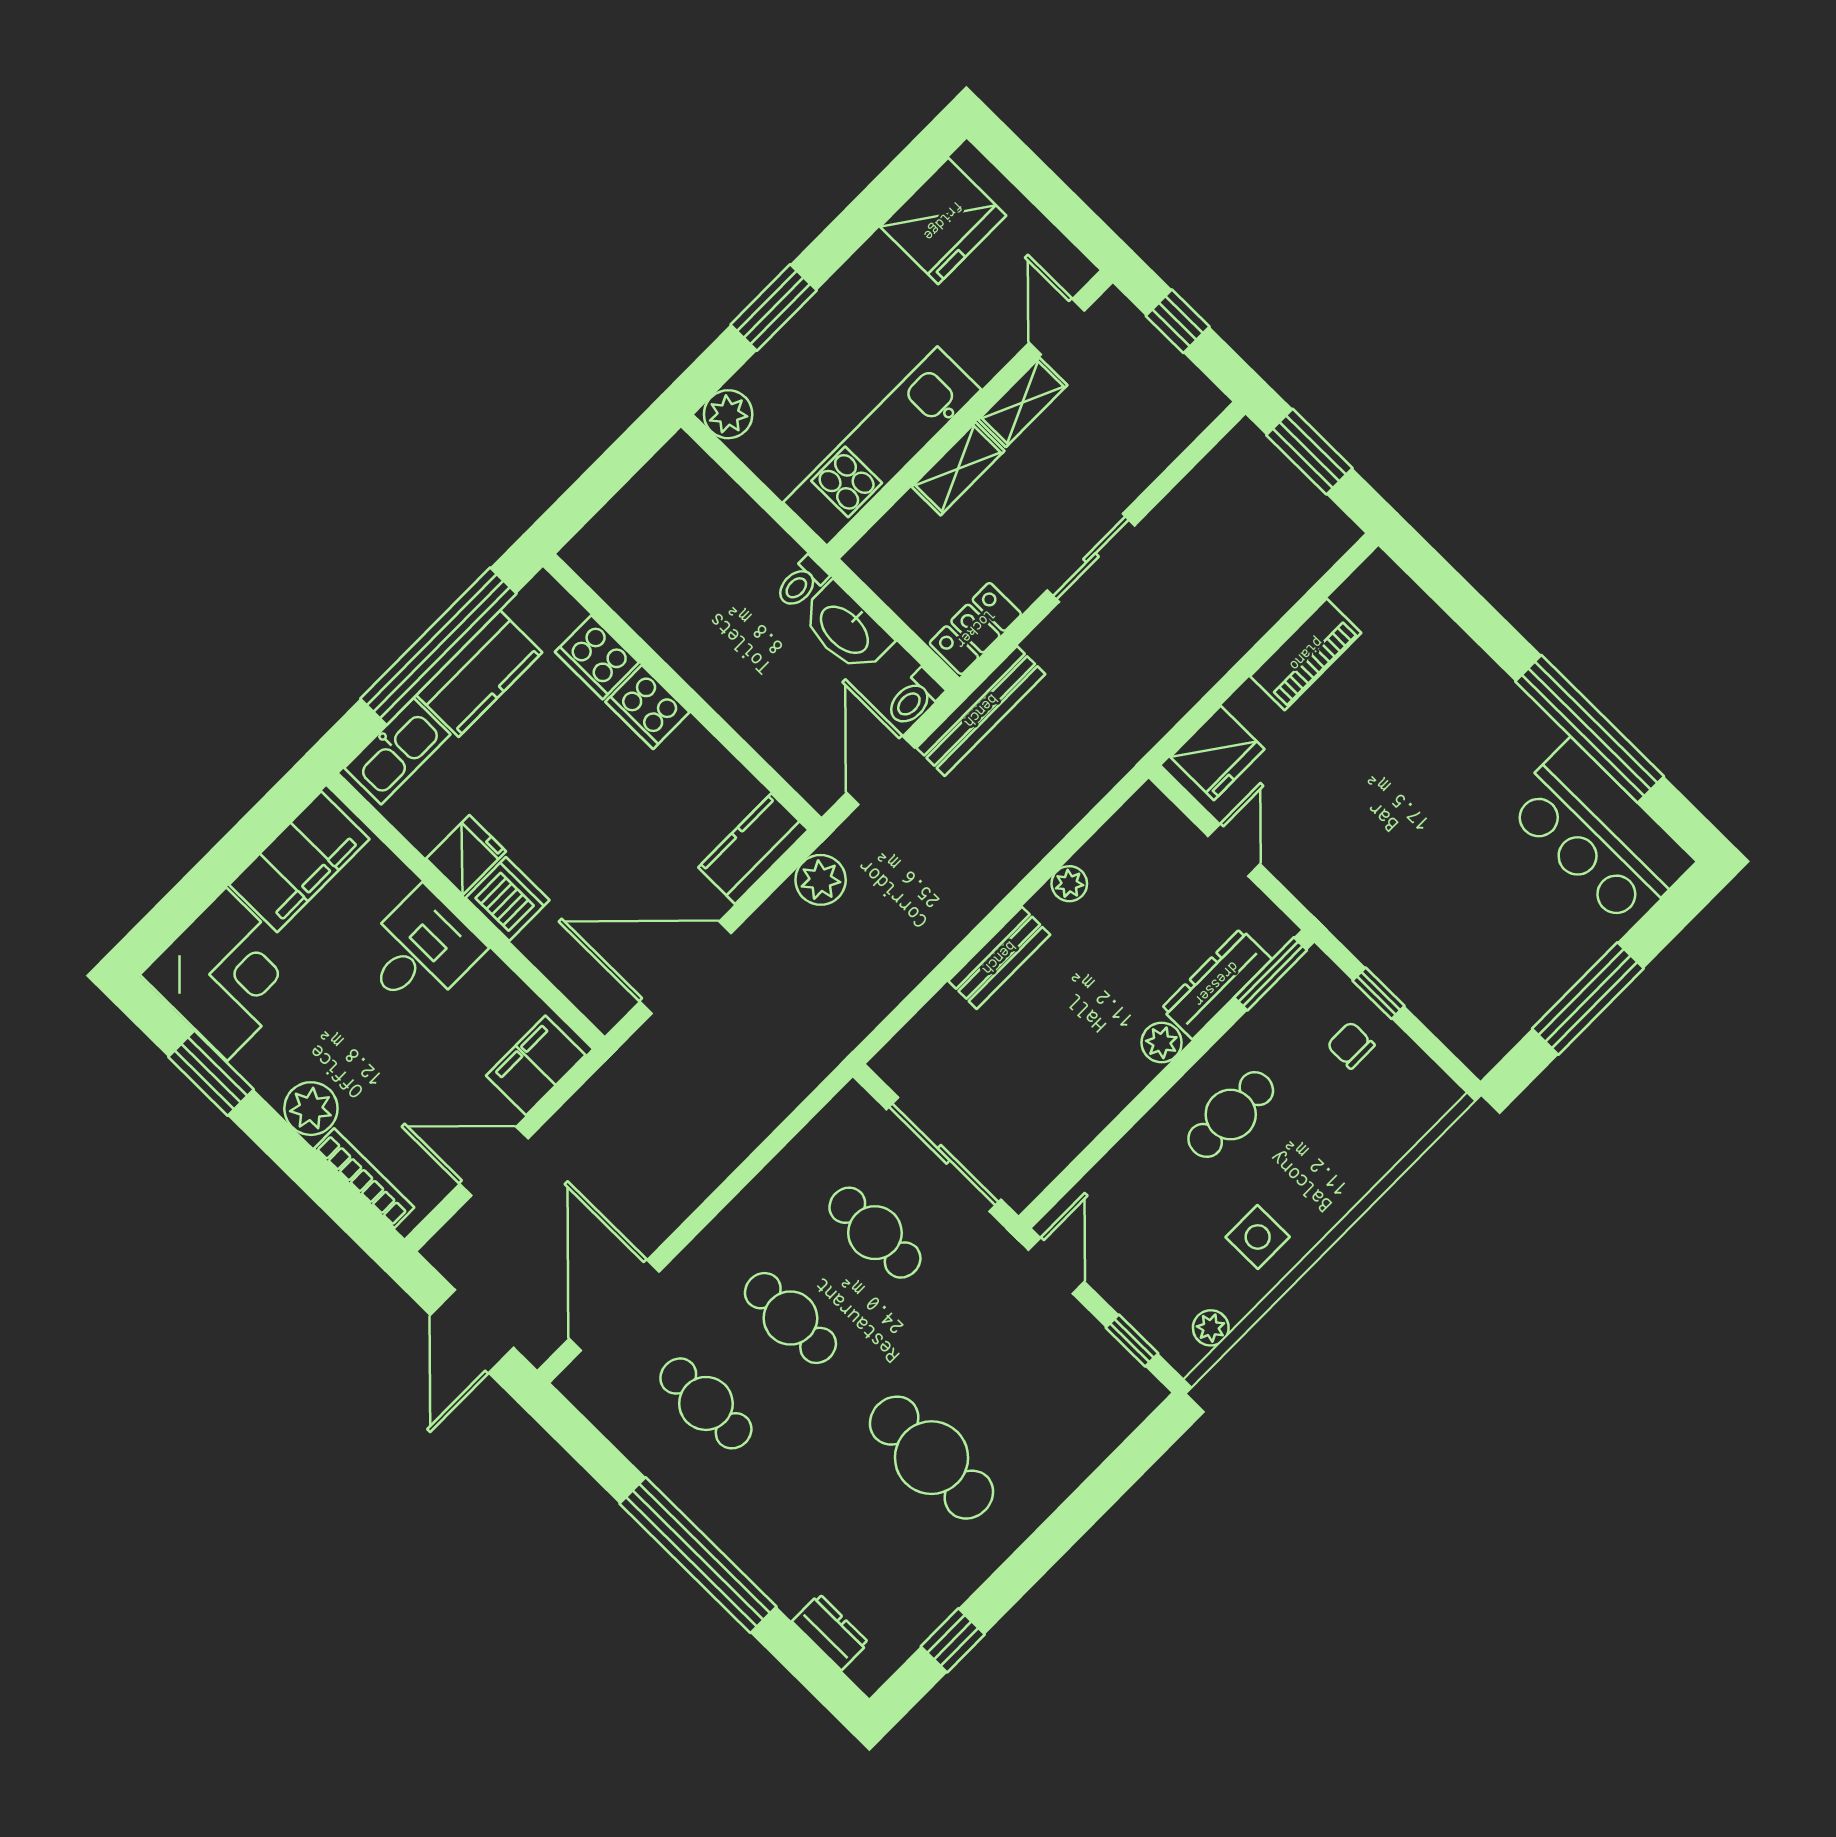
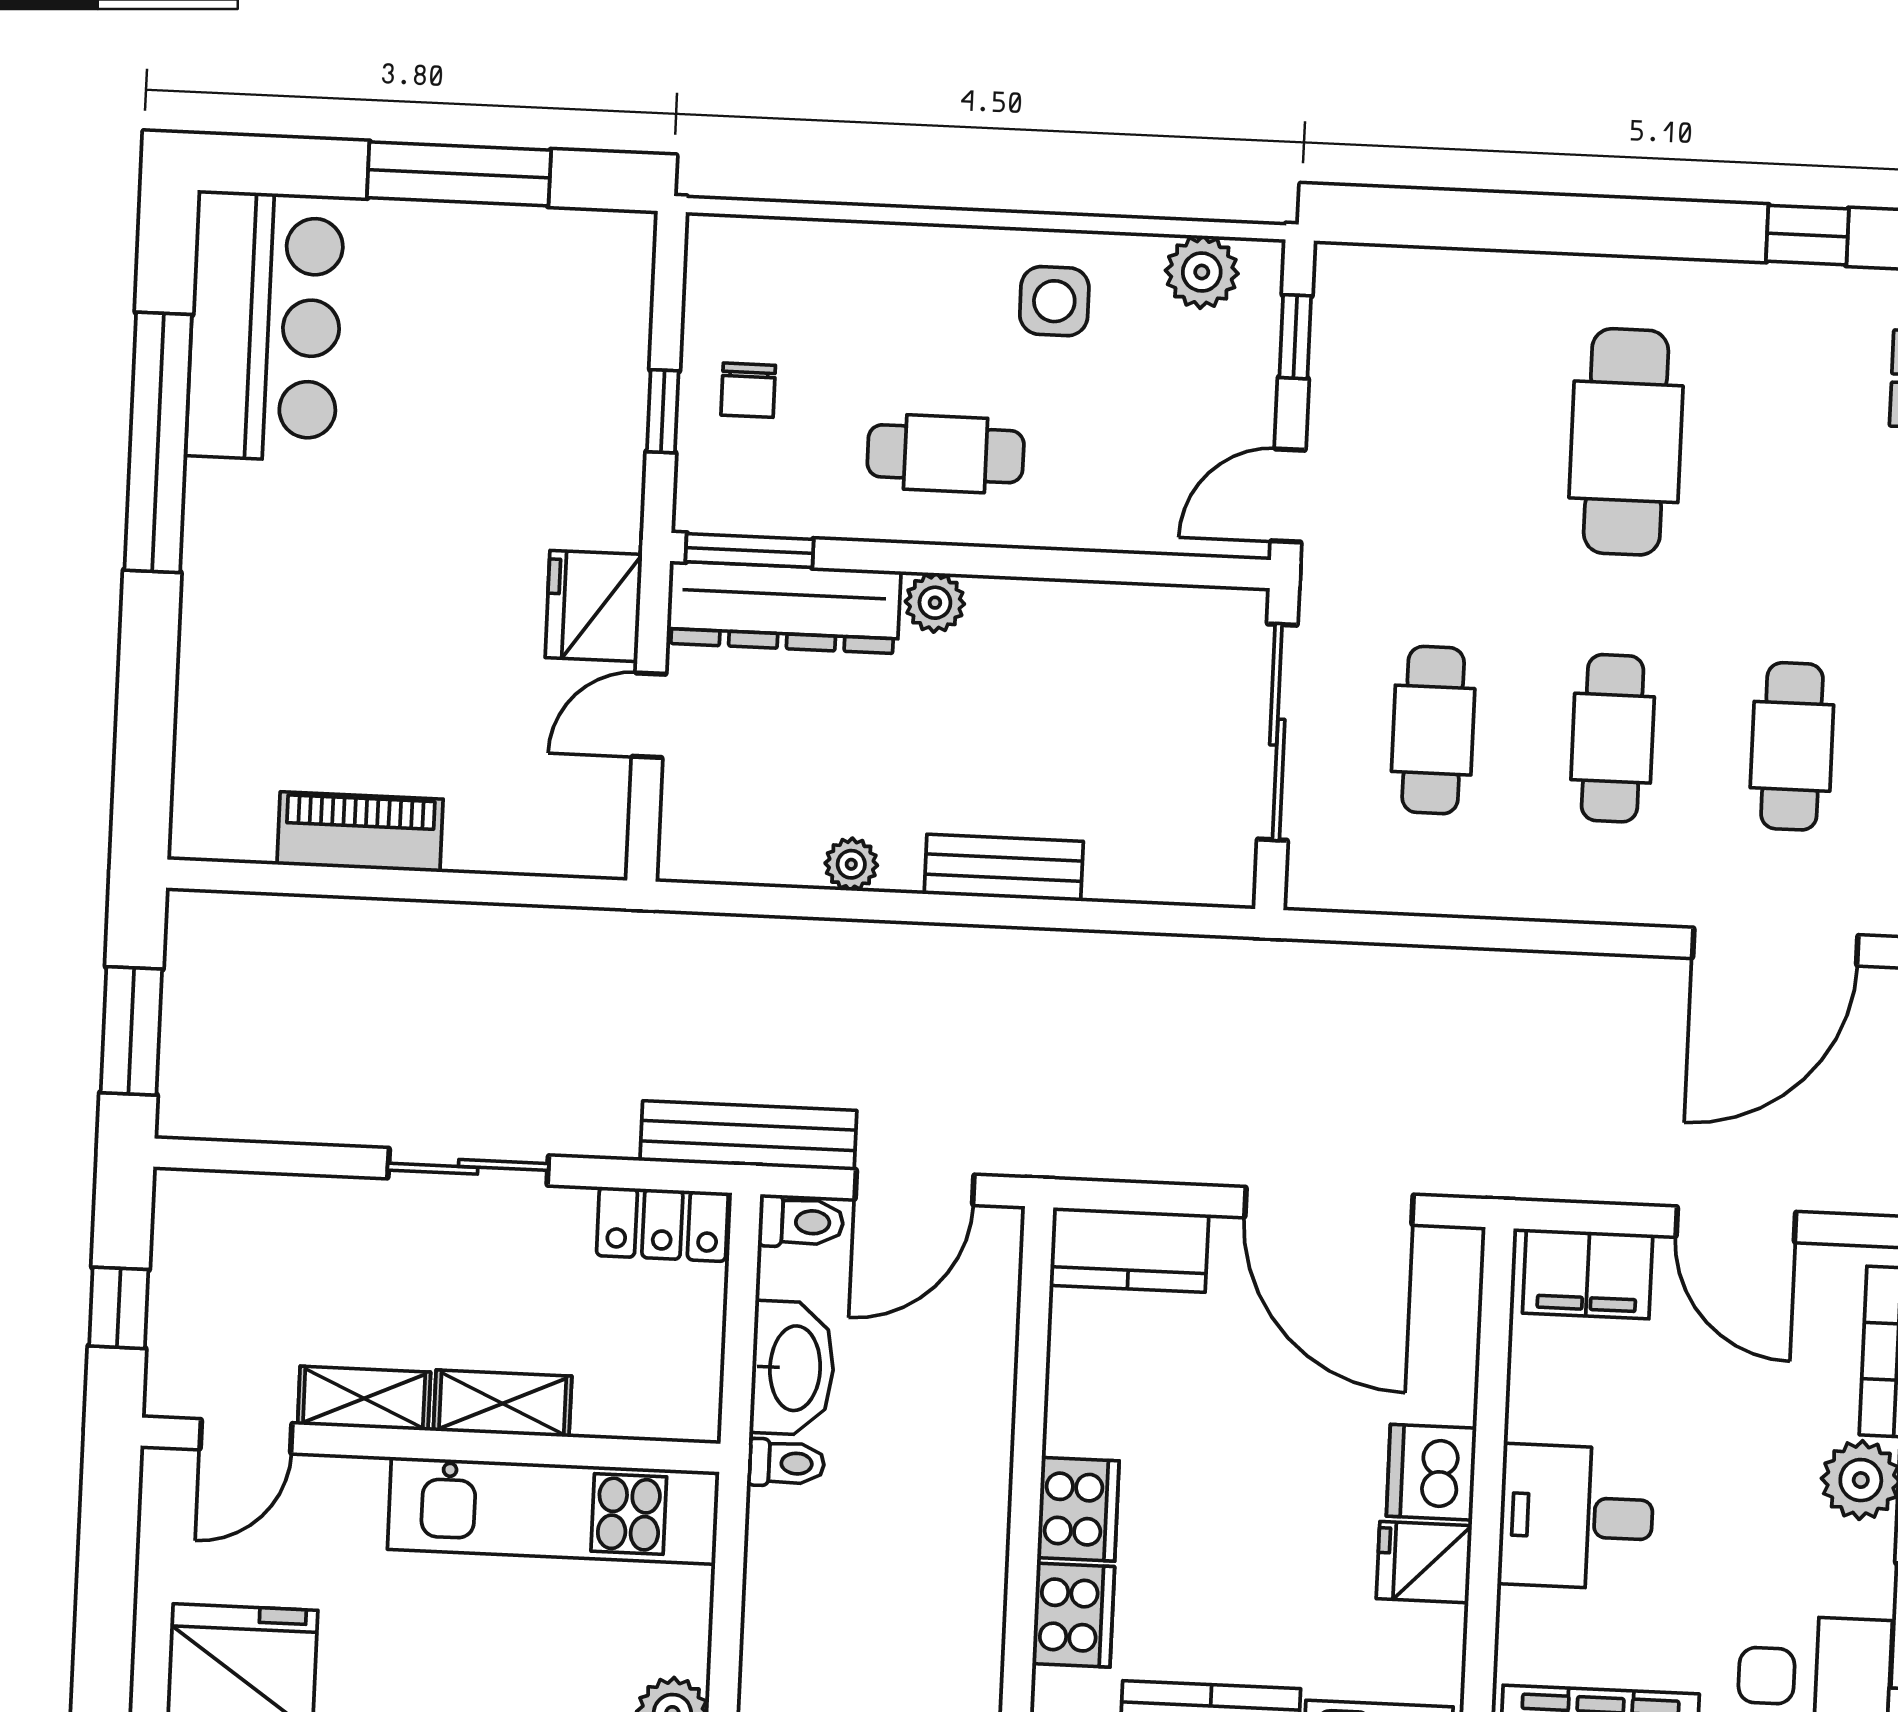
fridge: (1217, 753) -> (594, 606), moved, turned -90
plant: (821, 880) -> (1096, 1144), removed
dresser: (1216, 984) -> (784, 607), width x1.37, depth x1.24
plant: (1211, 1328) -> (1202, 272), width x1.38, depth x1.38

